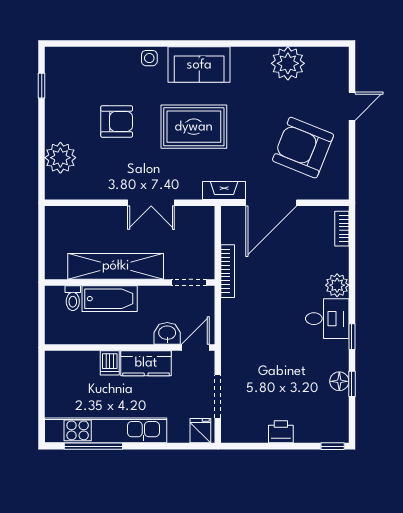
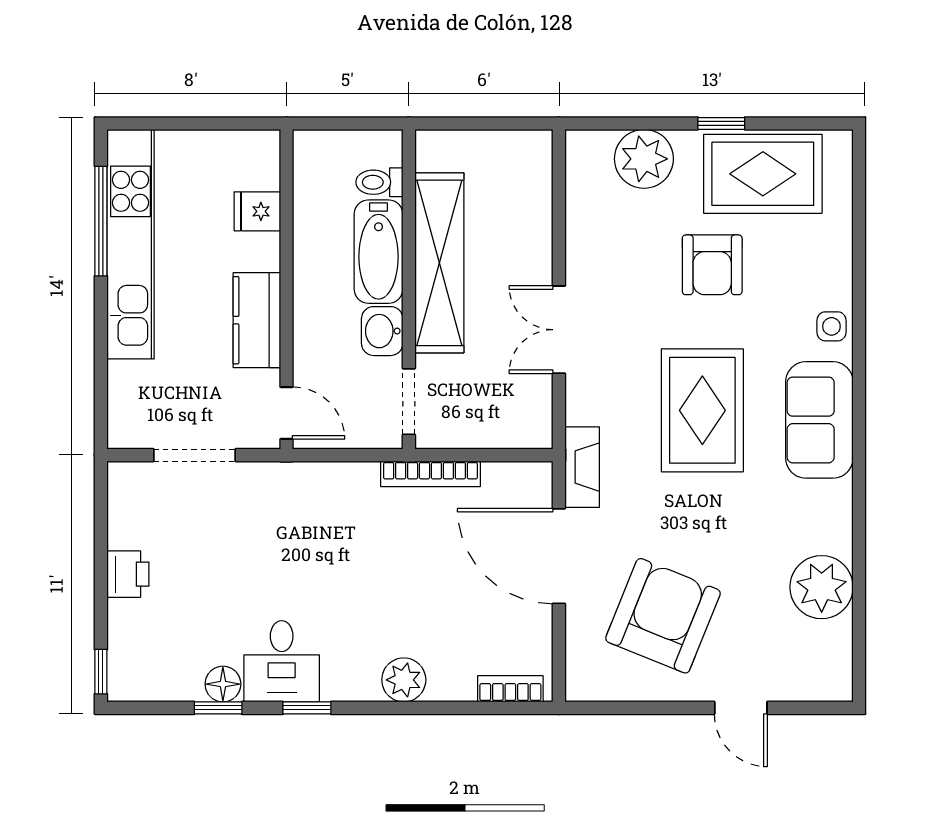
window: (42, 86) -> (721, 123), moved
rug: (68, 95) -> (763, 174), added
desk: (327, 319) -> (282, 661), moved
washbasin: (167, 333) -> (382, 331), moved, turned 180
dishwasher: (110, 363) -> (258, 252), removed
fridge: (200, 431) -> (257, 211), moved, turned 180

